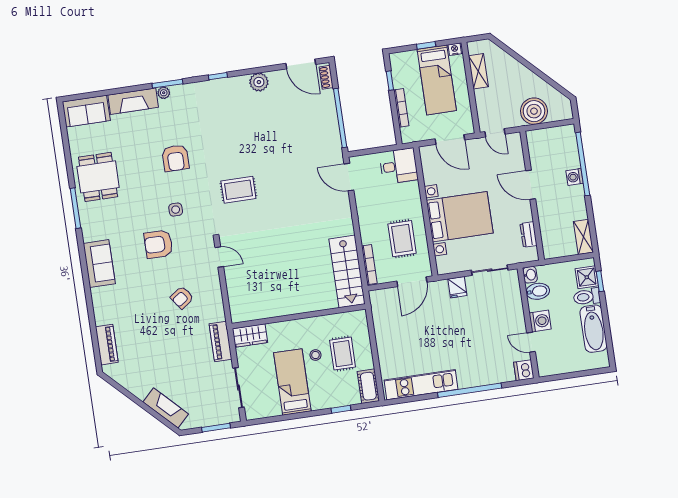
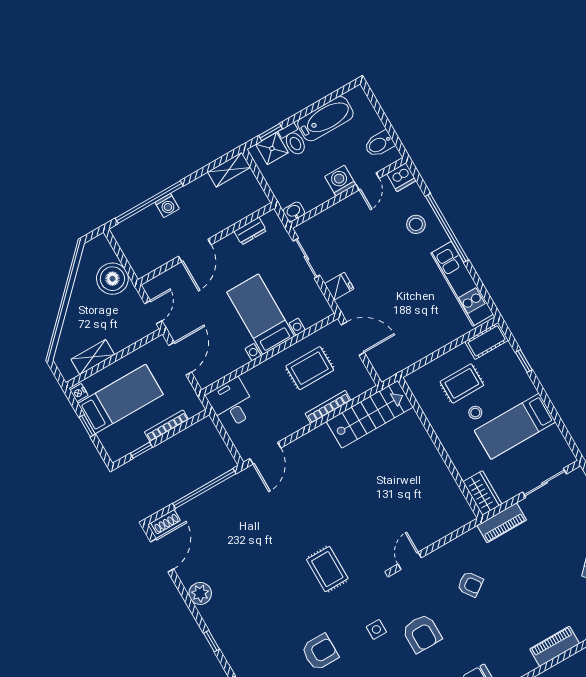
bed with nightstands: (460, 217) -> (261, 314), width x0.73
bookcase: (369, 265) -> (328, 407), moved
bidet: (538, 291) -> (379, 144), moved, turned -90
stool: (482, 367) -> (416, 224), added

